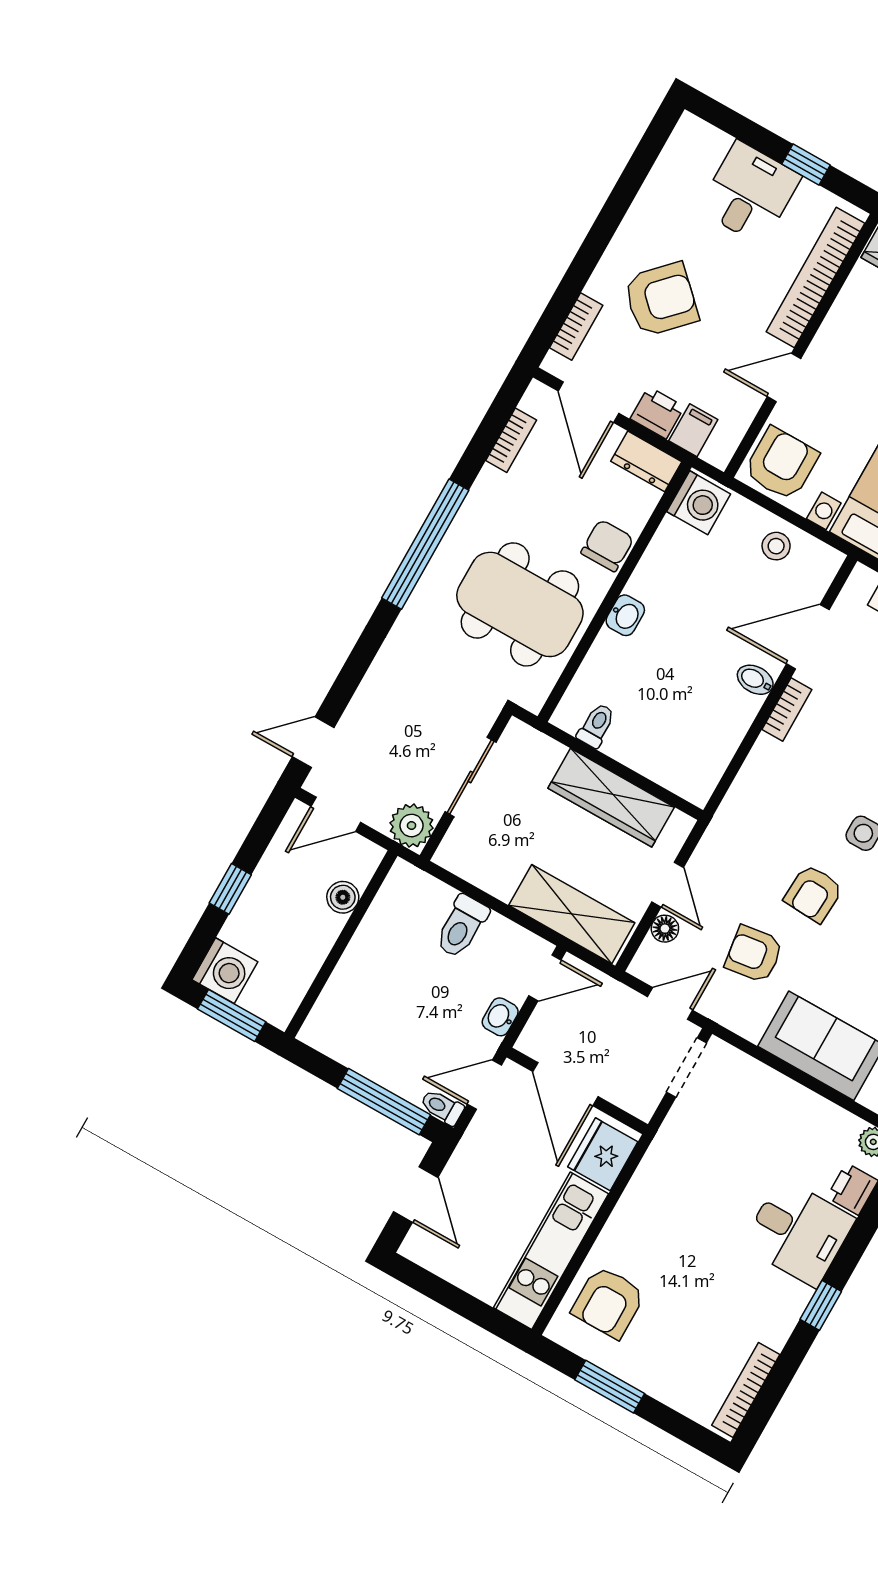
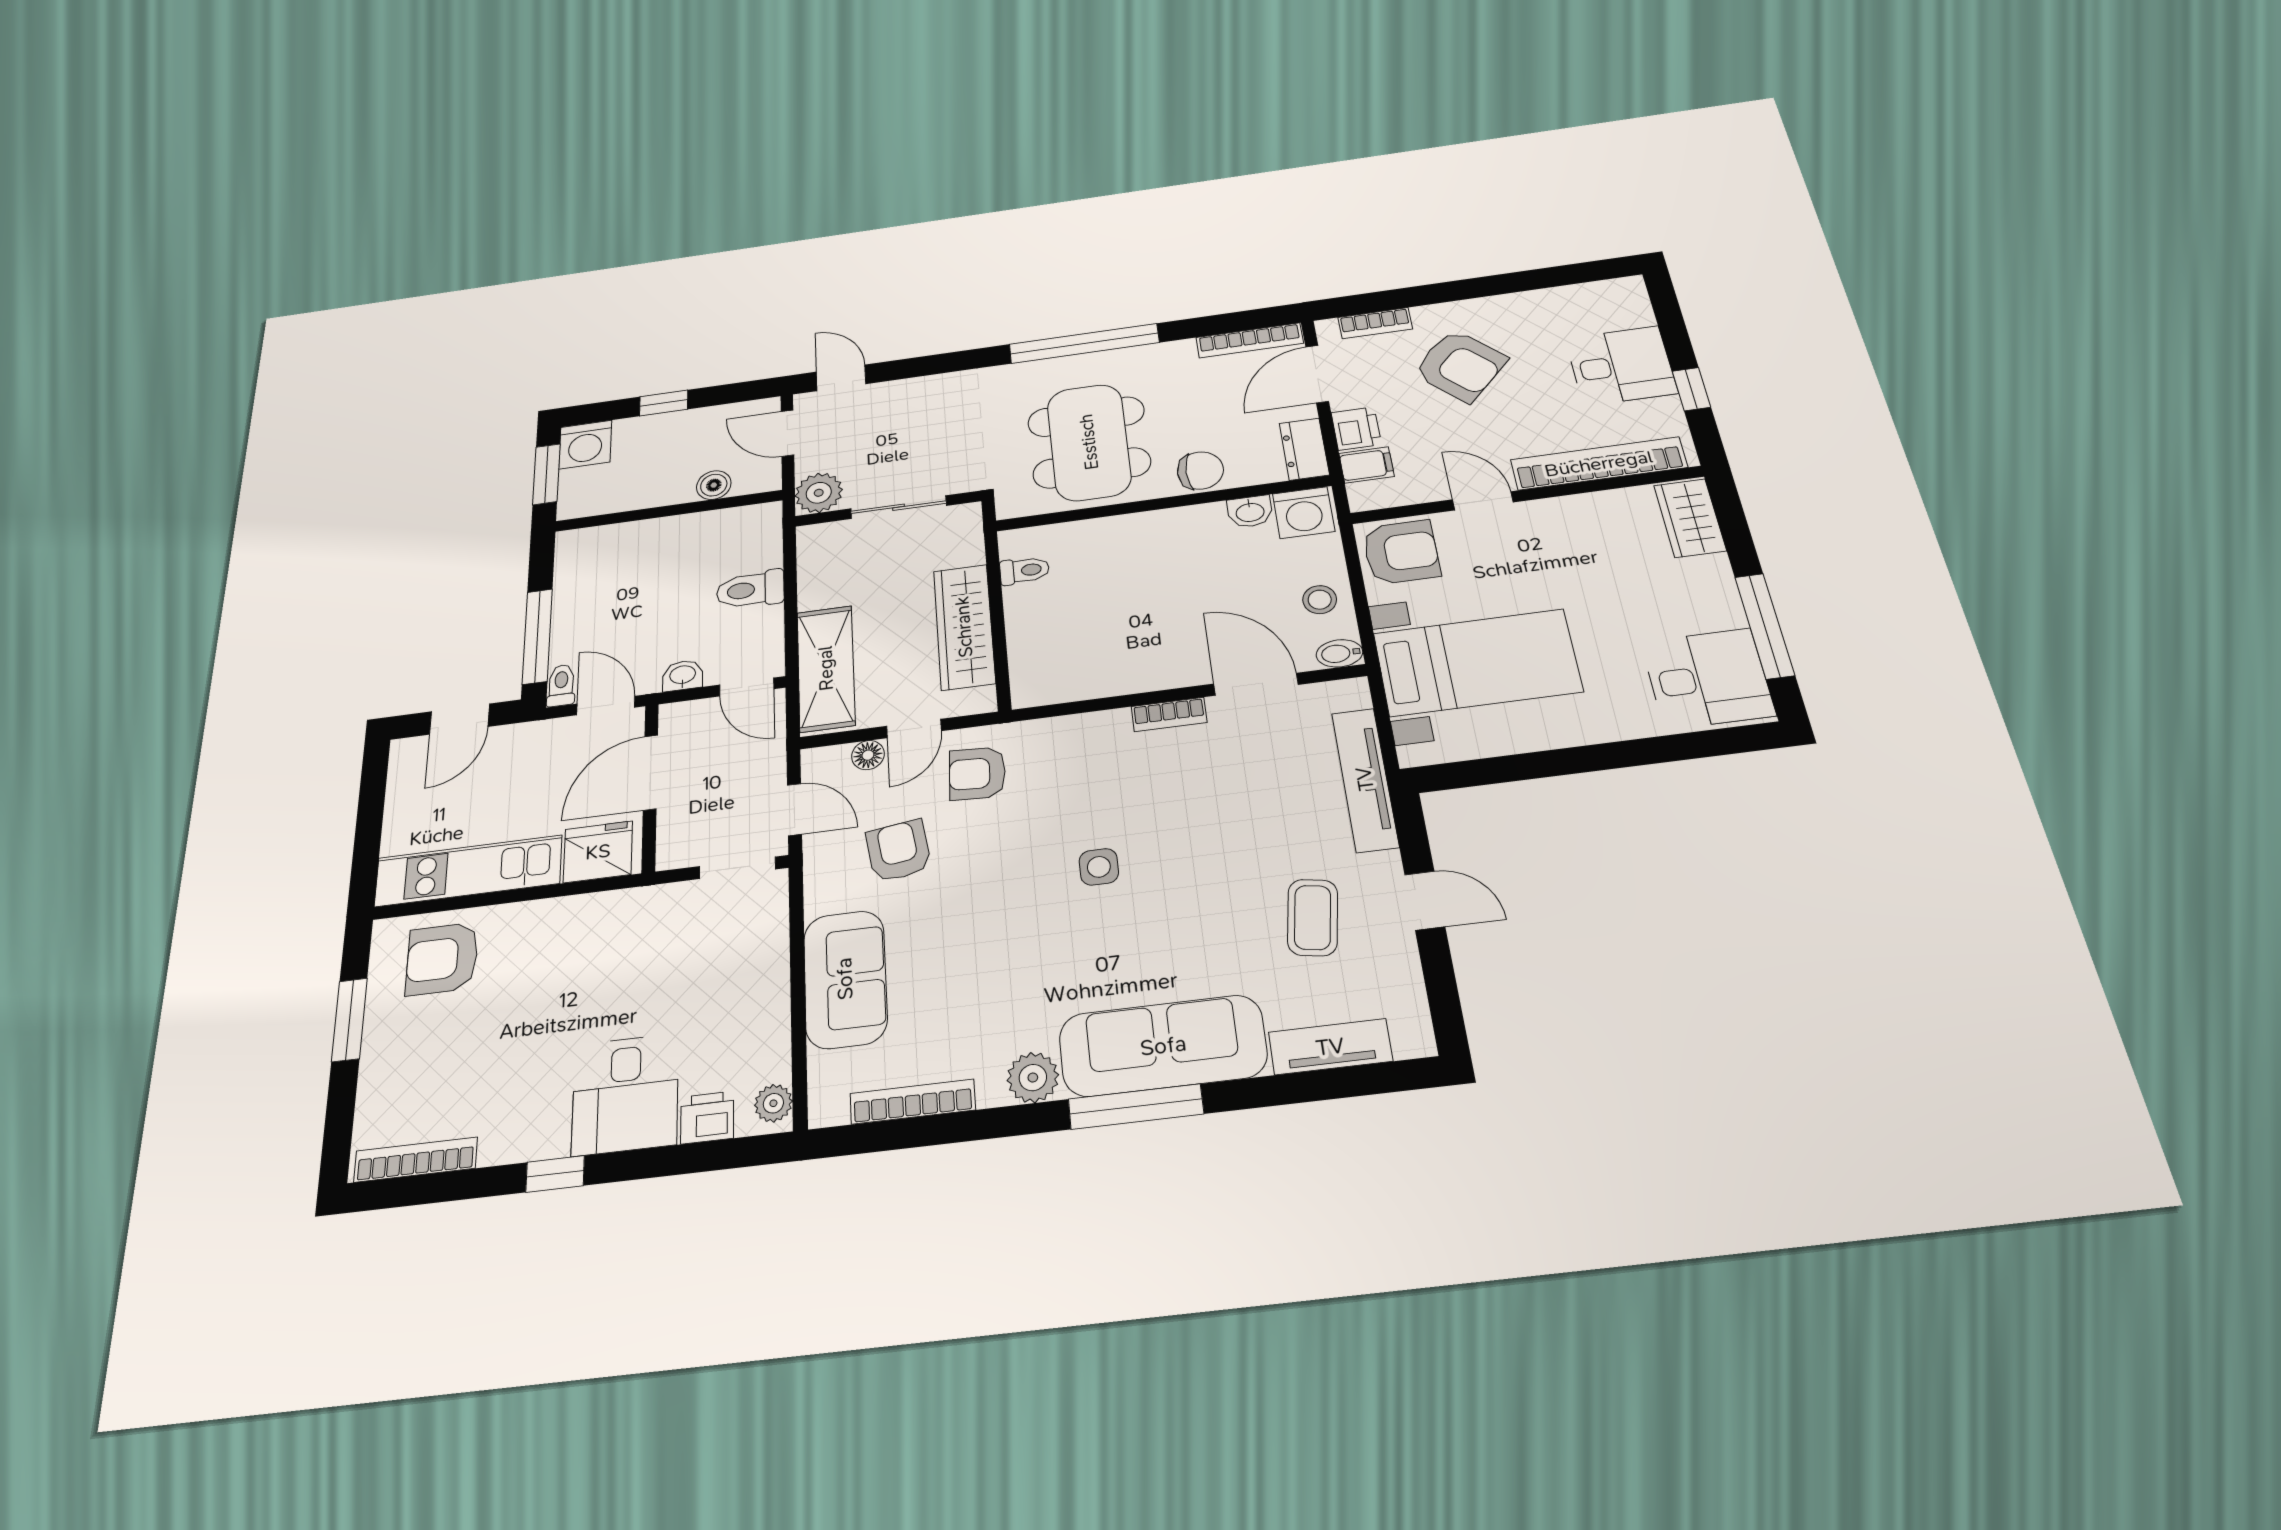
bookcase: (511, 440) -> (1250, 340), width x1.56
washbasin: (625, 615) -> (1250, 512), moved
bidet: (755, 680) -> (1339, 653), moved, turned -90
armchair: (813, 893) -> (977, 773), moved

